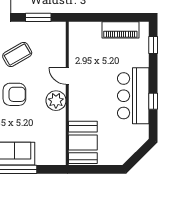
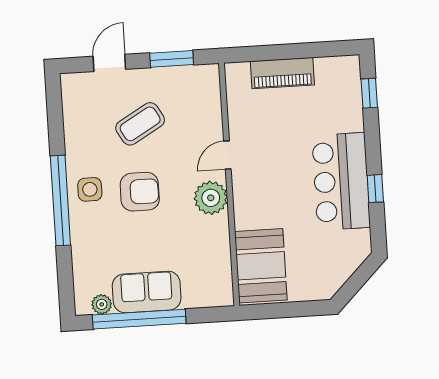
piano: (120, 30) -> (282, 73), moved
door: (67, 76) -> (227, 155), hinge flipped

